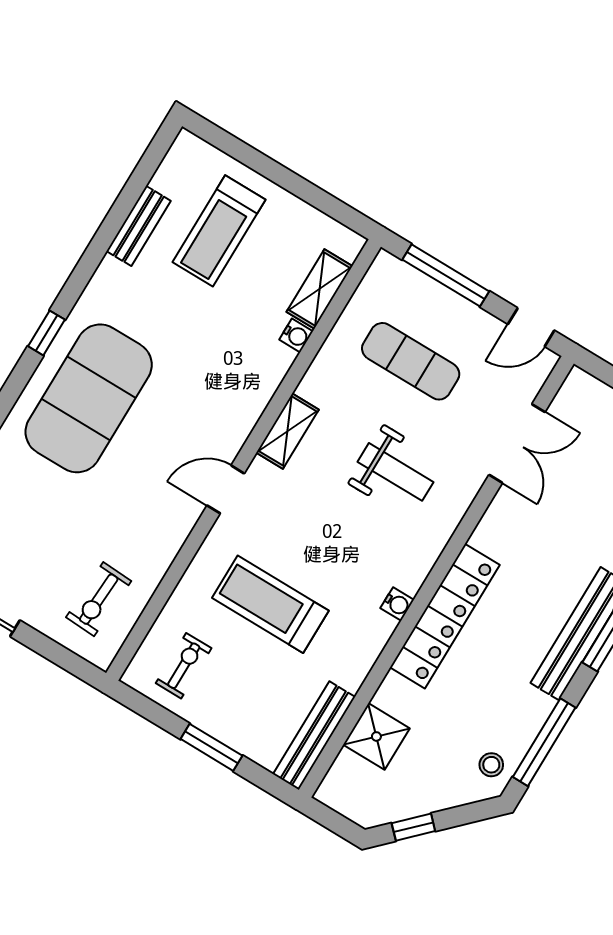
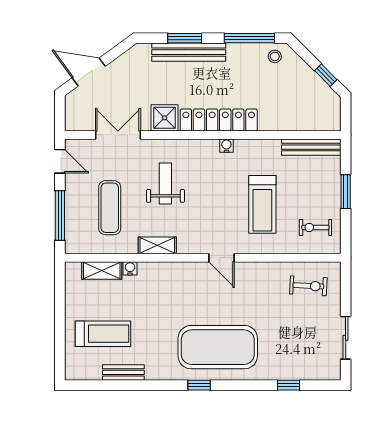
shelving: (287, 431) -> (157, 245), moved
shower: (376, 736) -> (164, 118), moved

